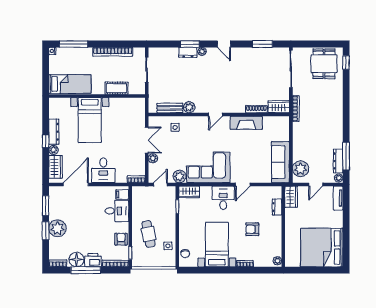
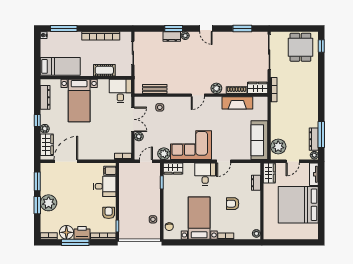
plant: (189, 107) -> (216, 88), moved
fireplace: (246, 123) -> (237, 103), moved
dresser: (54, 132) -> (45, 97), moved
desk: (103, 170) -> (120, 91), moved, turned 180
cafe table: (148, 234) -> (135, 208), removed
bed: (322, 248) -> (298, 205), moved

